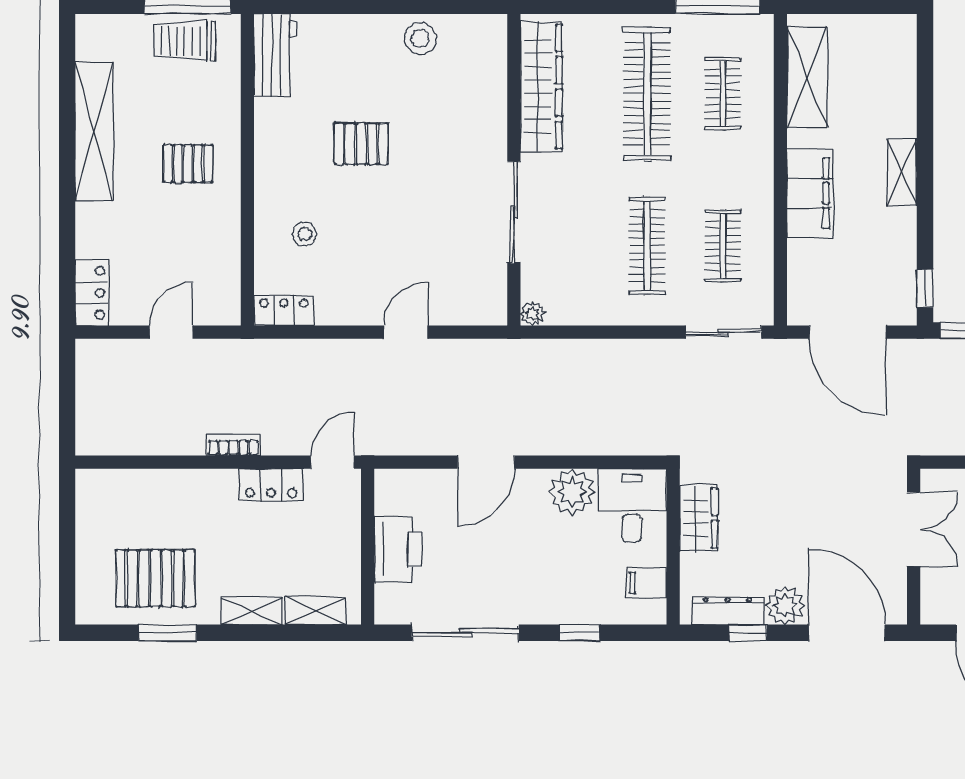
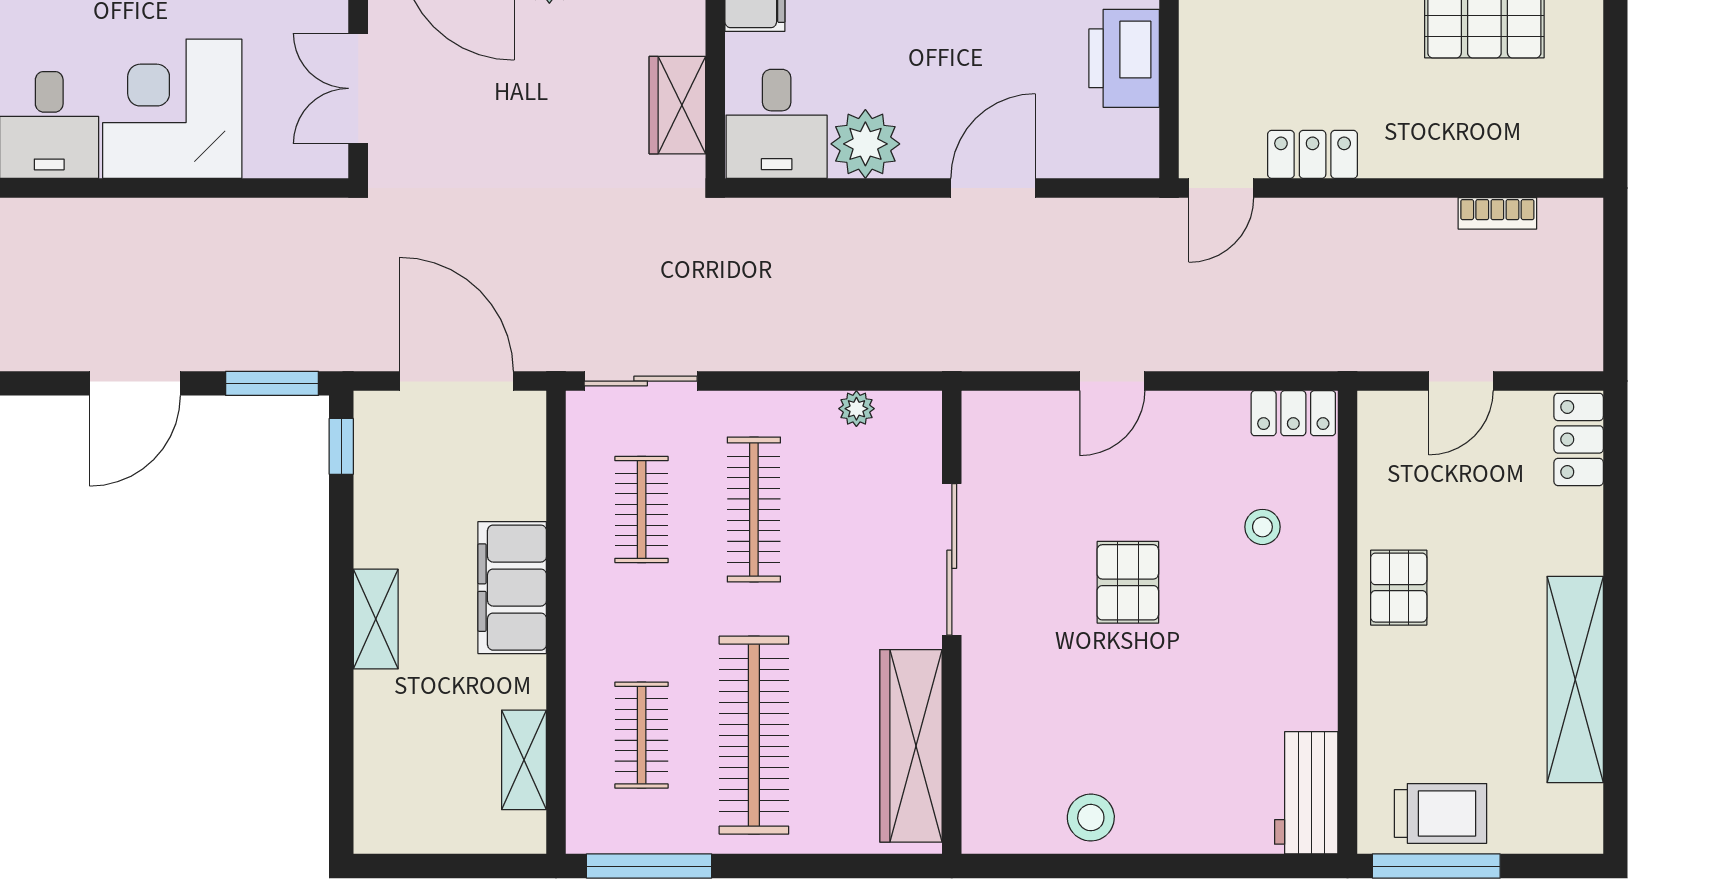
shelving: (807, 77) -> (524, 760), width x0.67, depth x0.75
pallet: (361, 144) -> (1128, 582), moved, turned 90
pallet: (188, 164) -> (1399, 588), moved, turned 90
plant: (533, 314) -> (856, 409), moved
bookcase: (233, 445) -> (1497, 213), moved

